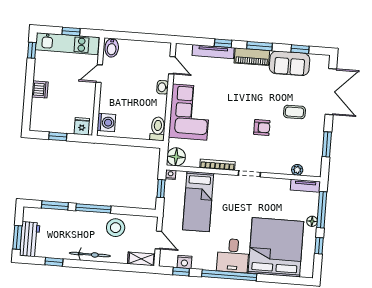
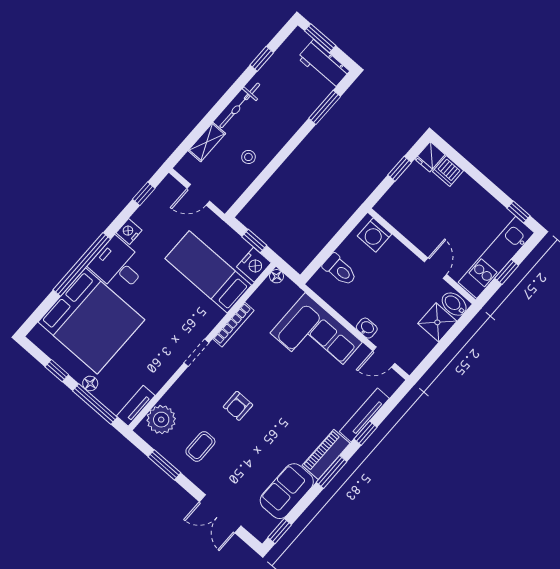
window: (300, 49) -> (280, 531), moved
shower: (129, 50) -> (437, 322), added
dishwasher: (40, 89) -> (448, 171), moved
double door: (331, 92) -> (220, 514), width x0.73
coffee table: (294, 112) -> (200, 446), moved
fridge: (82, 126) -> (430, 157), moved, turned 90
toilet: (158, 129) -> (340, 270), moved
floor lamp: (176, 157) -> (277, 276), width x0.53, depth x0.53
plant: (297, 170) -> (161, 420), width x1.88, depth x1.88
nightstand: (171, 175) -> (254, 265), width x1.89, depth x1.79
window: (93, 208) -> (289, 148), removed
stool: (116, 228) -> (248, 157), width x0.53, depth x0.53
workbench: (30, 239) -> (323, 64), moved
shelving: (141, 259) -> (207, 142), moved
nightstand: (184, 262) -> (129, 232), moved
window: (229, 275) -> (82, 264), moved

